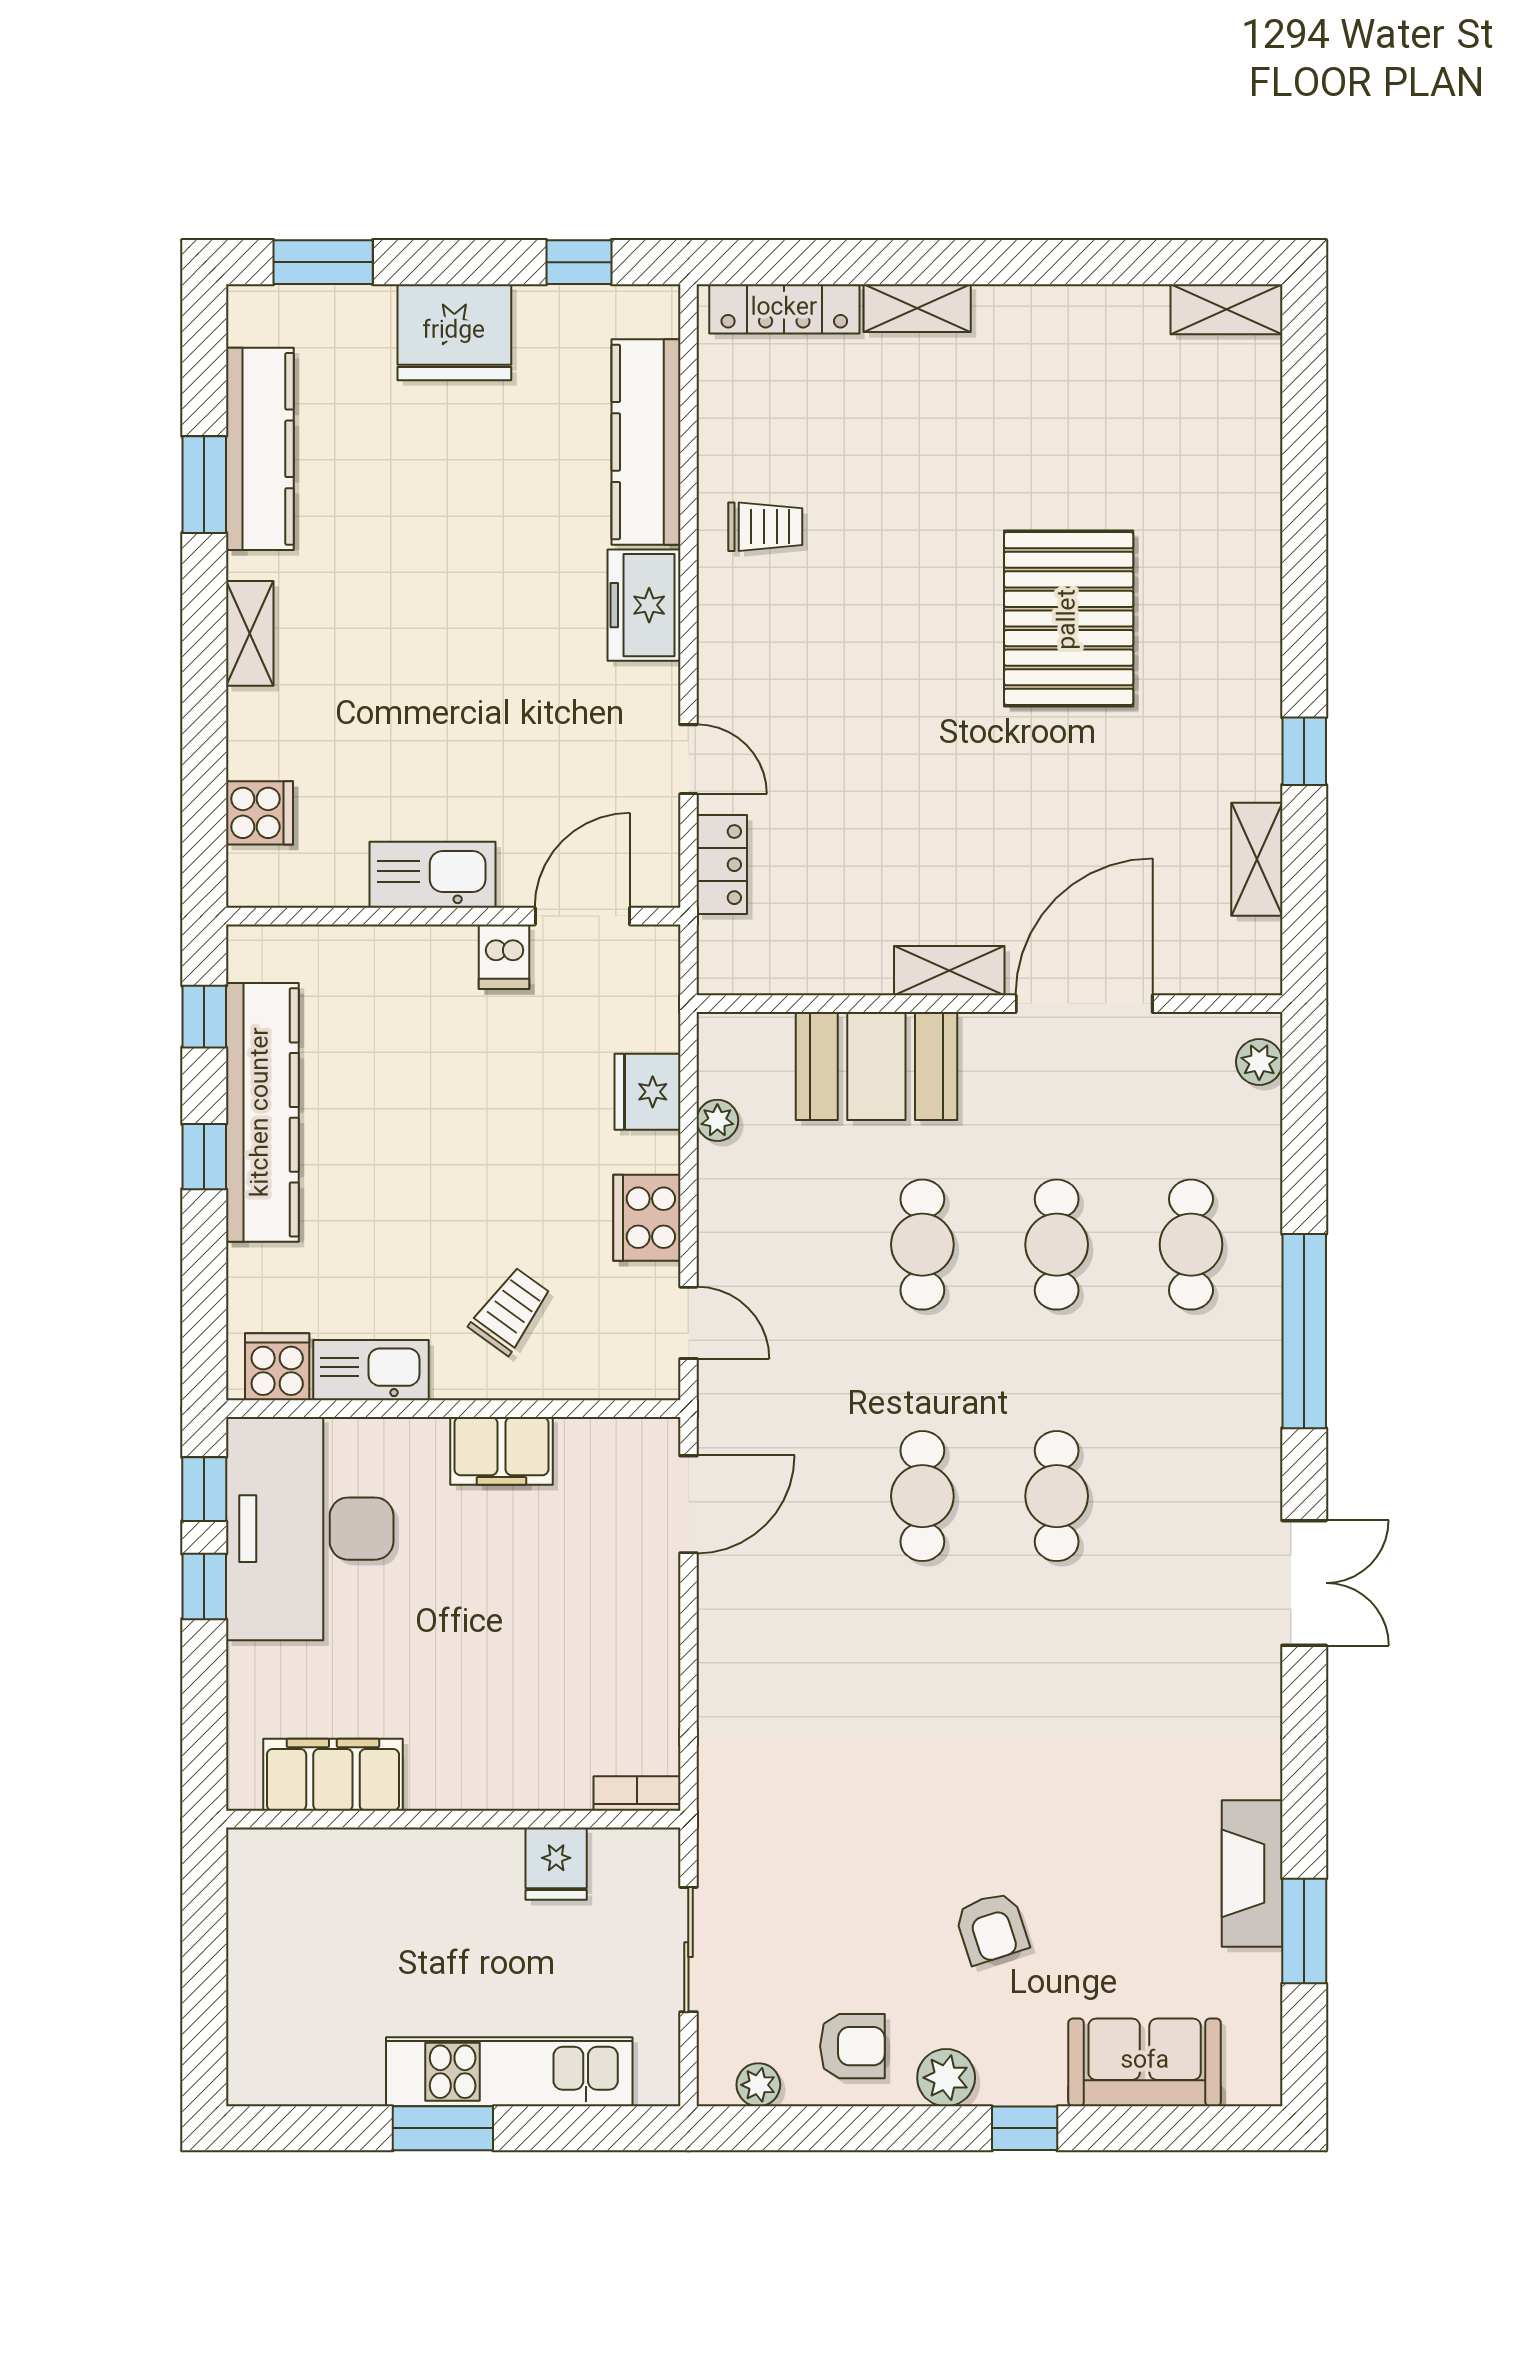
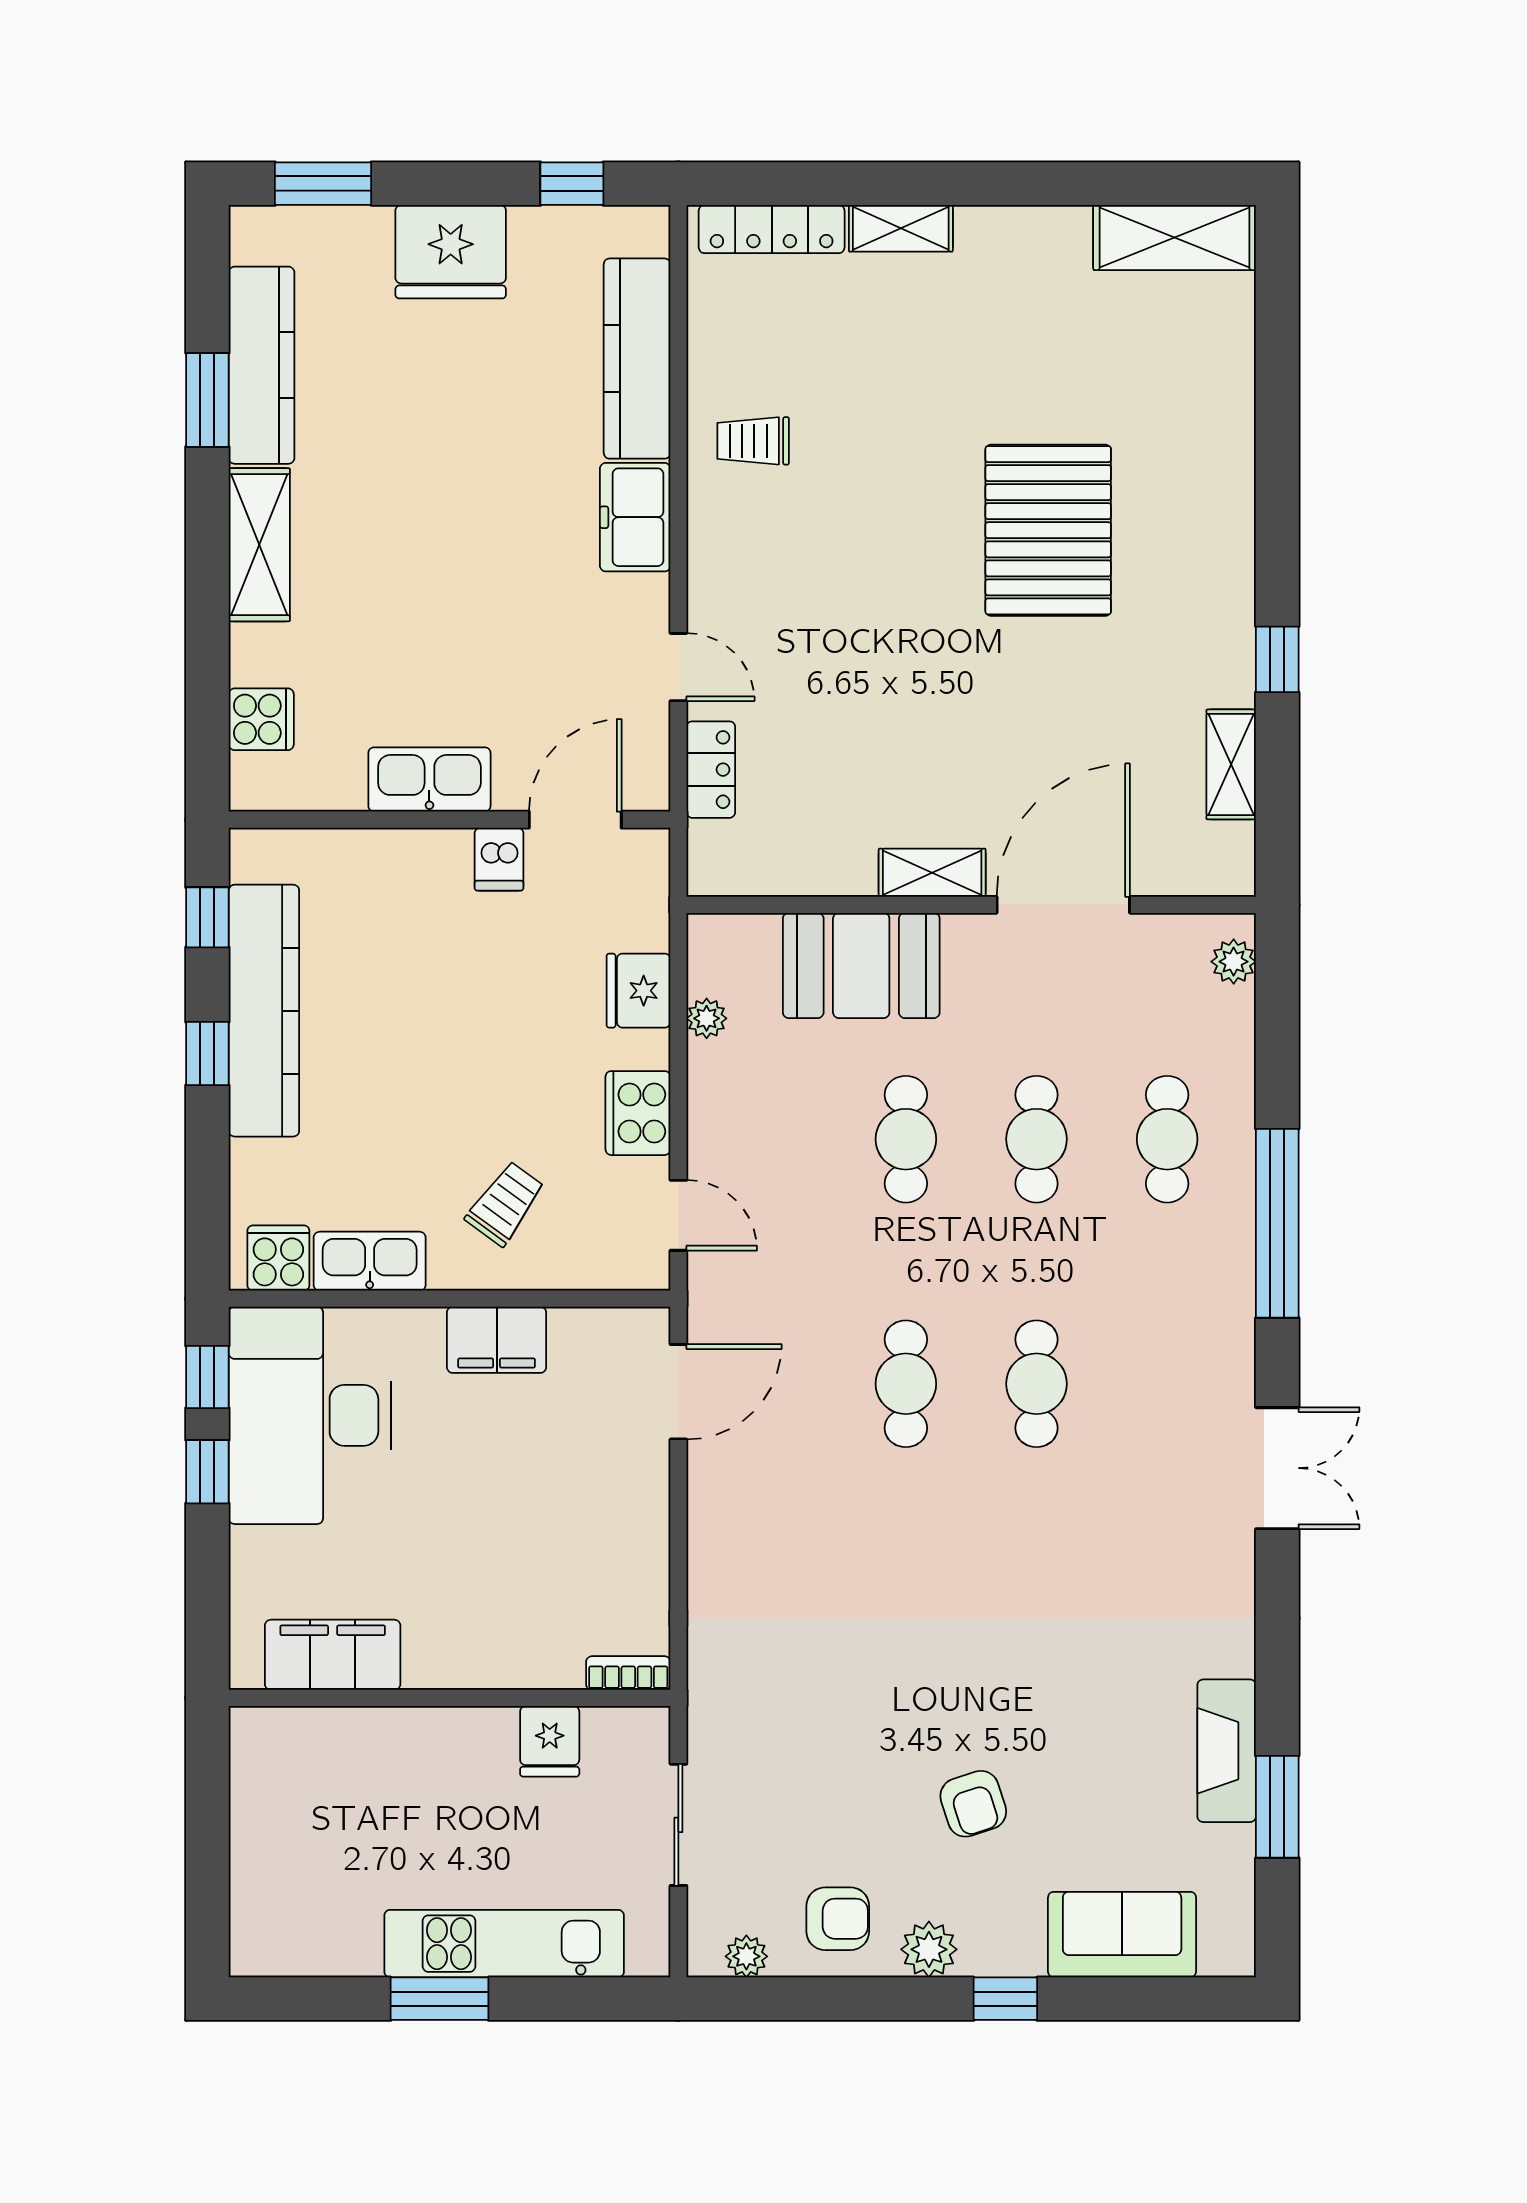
shelving: (1226, 309) -> (1175, 237), width x1.50, depth x1.33
trolley: (765, 527) -> (753, 441), turned 180
shelving: (250, 633) -> (259, 545), width x1.50, depth x1.33

